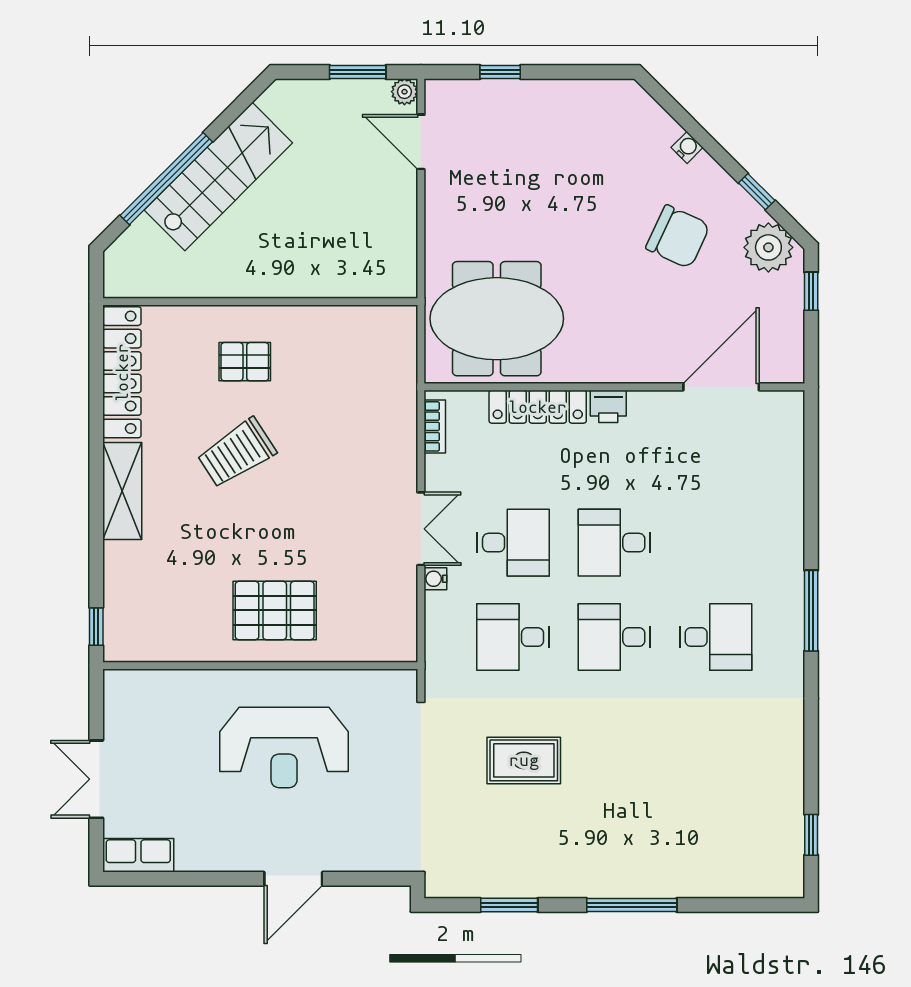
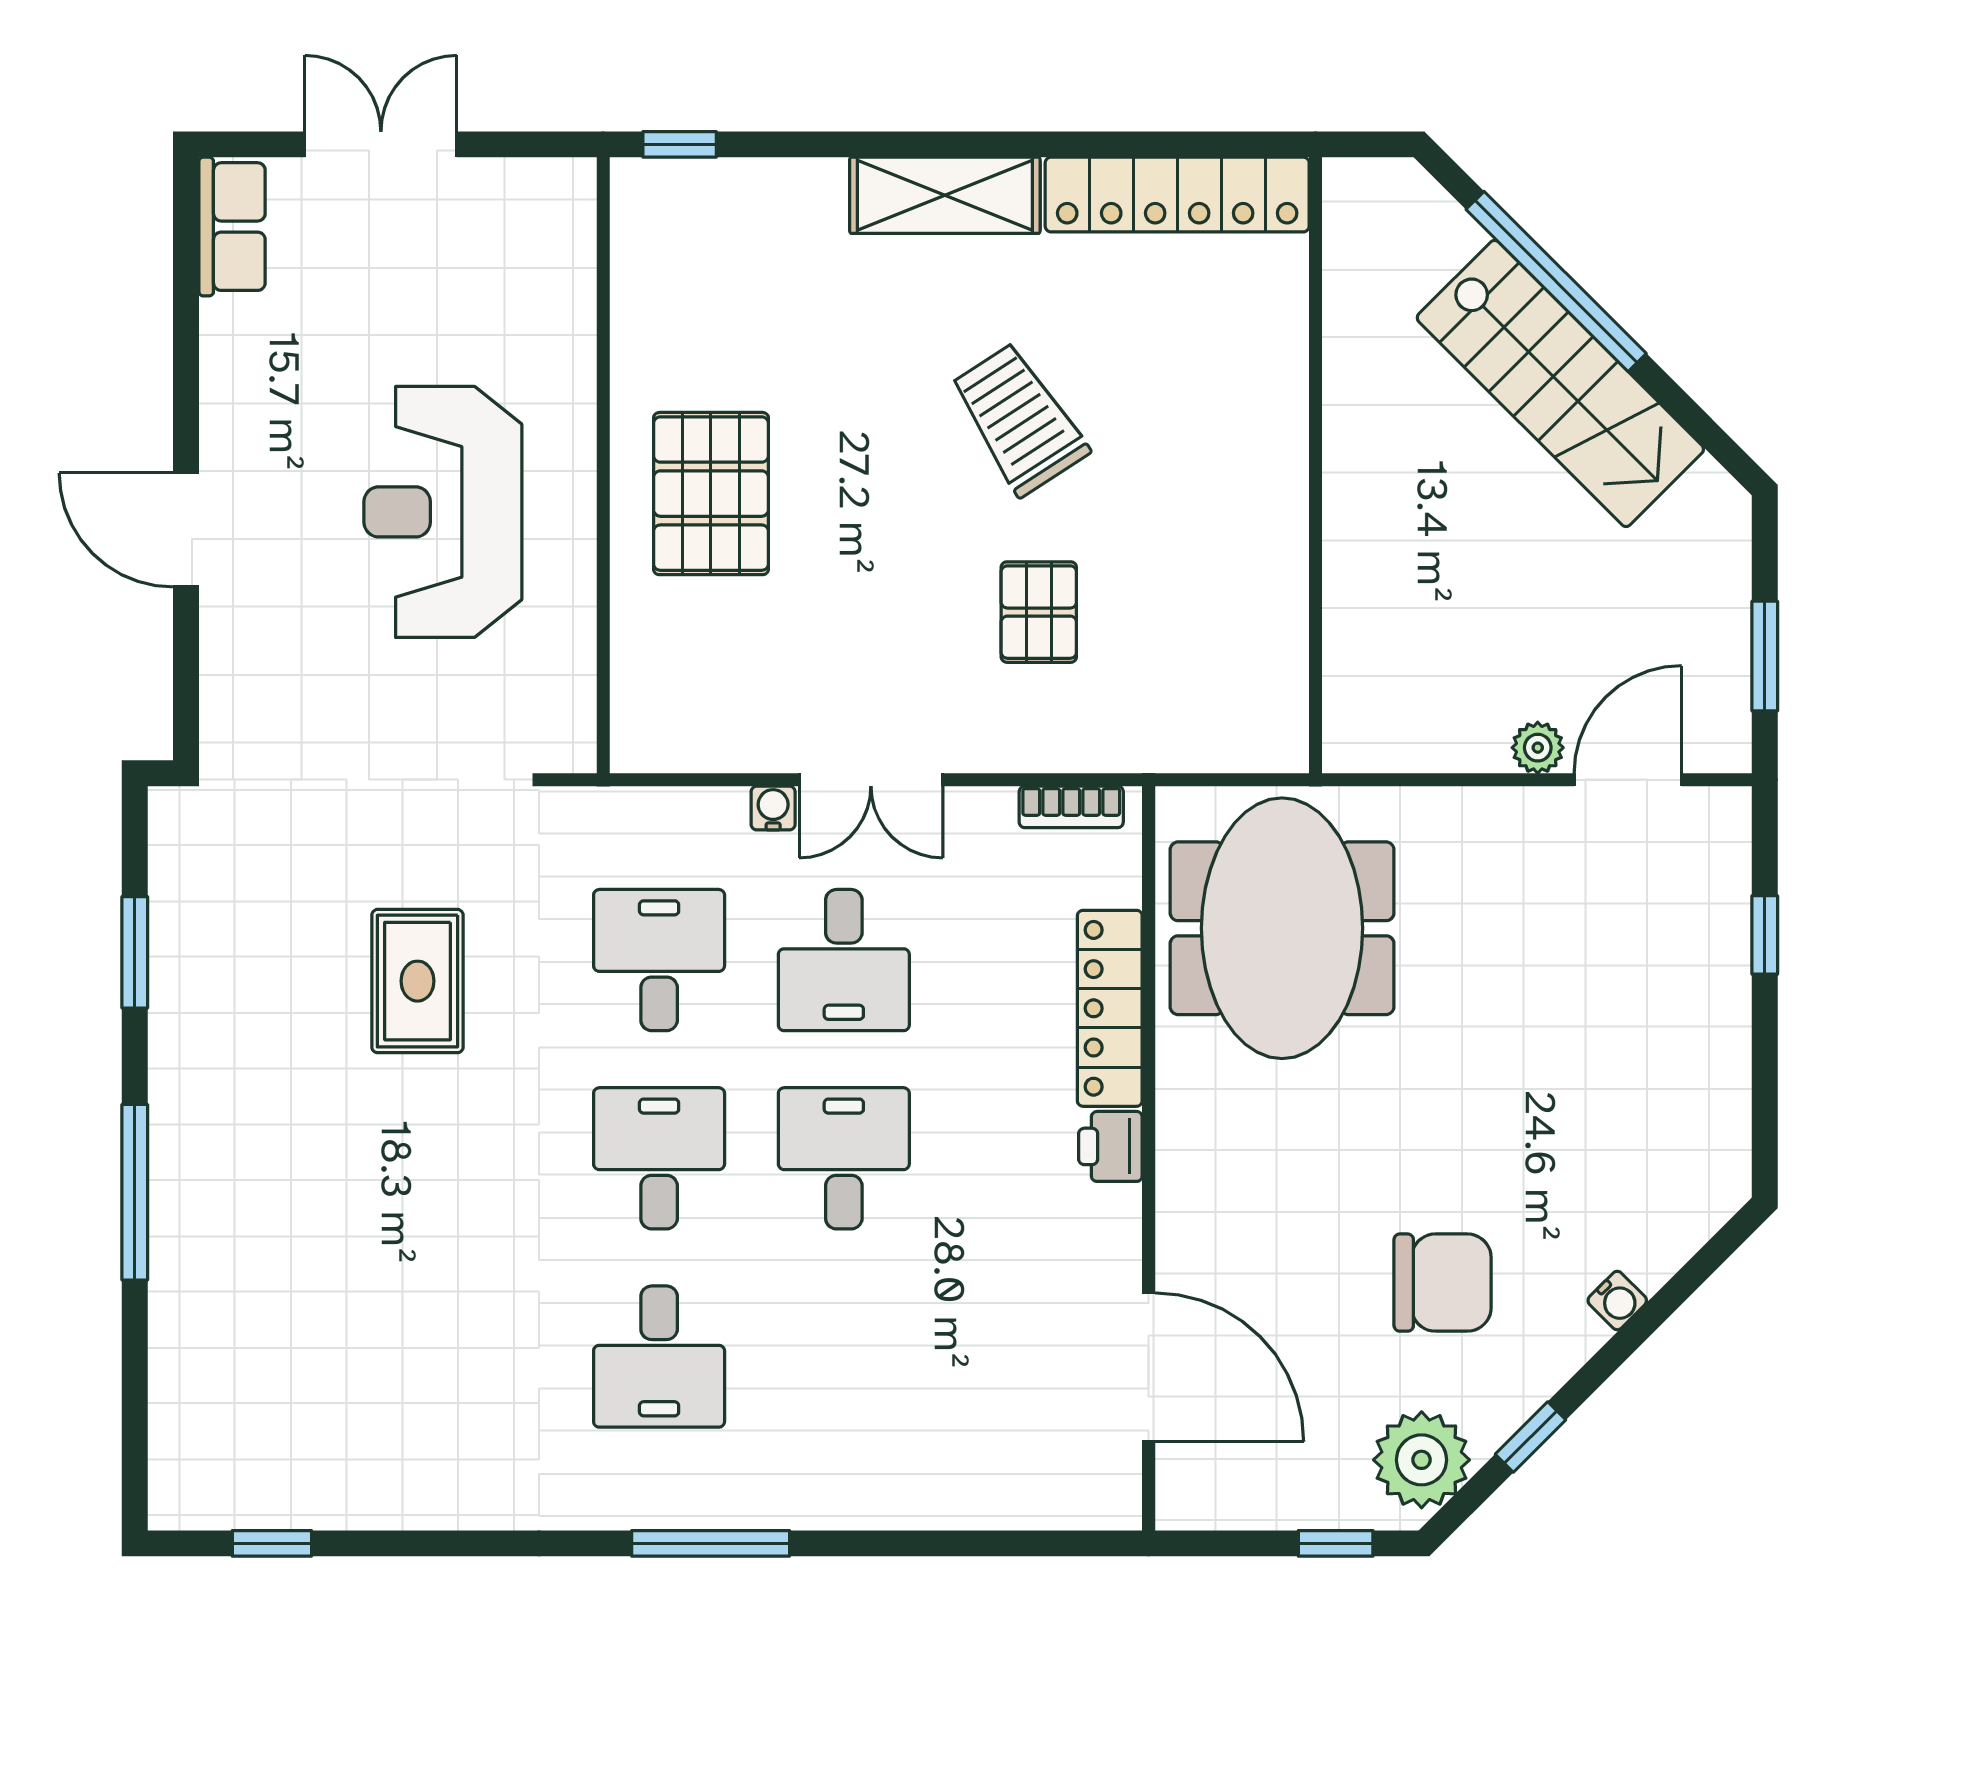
plant: (404, 92) -> (1538, 748), moved
chair: (678, 237) -> (1443, 1283), turned -115
pallet: (245, 362) -> (1039, 612), moved

